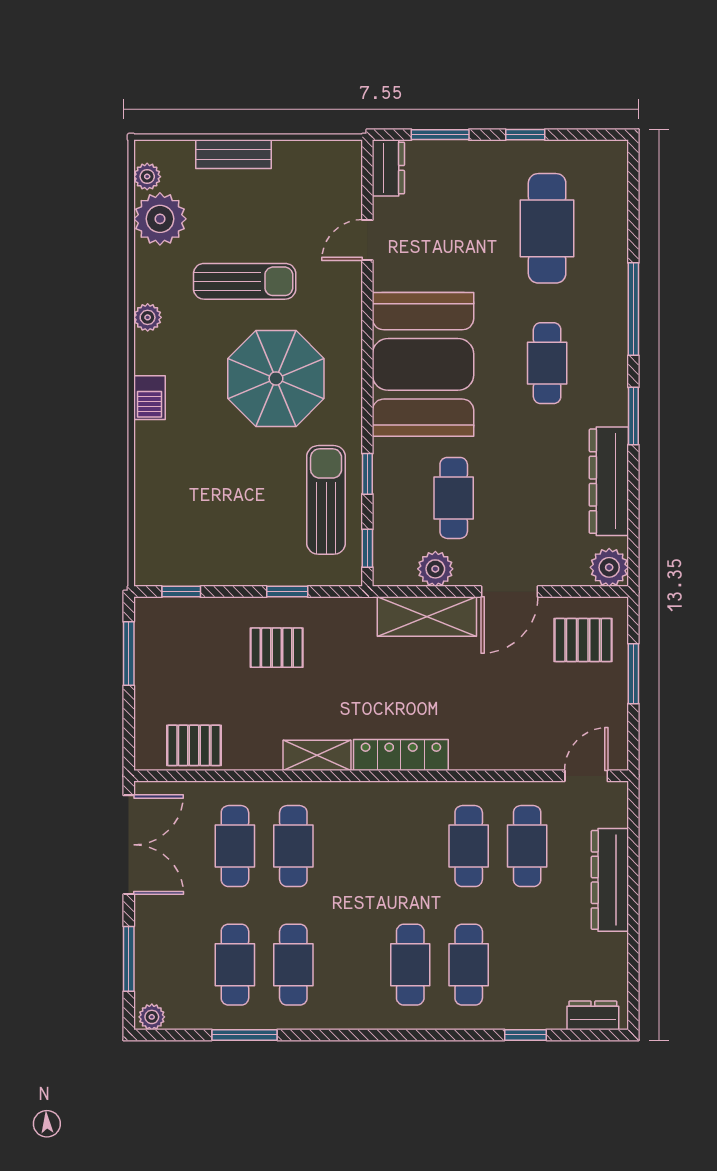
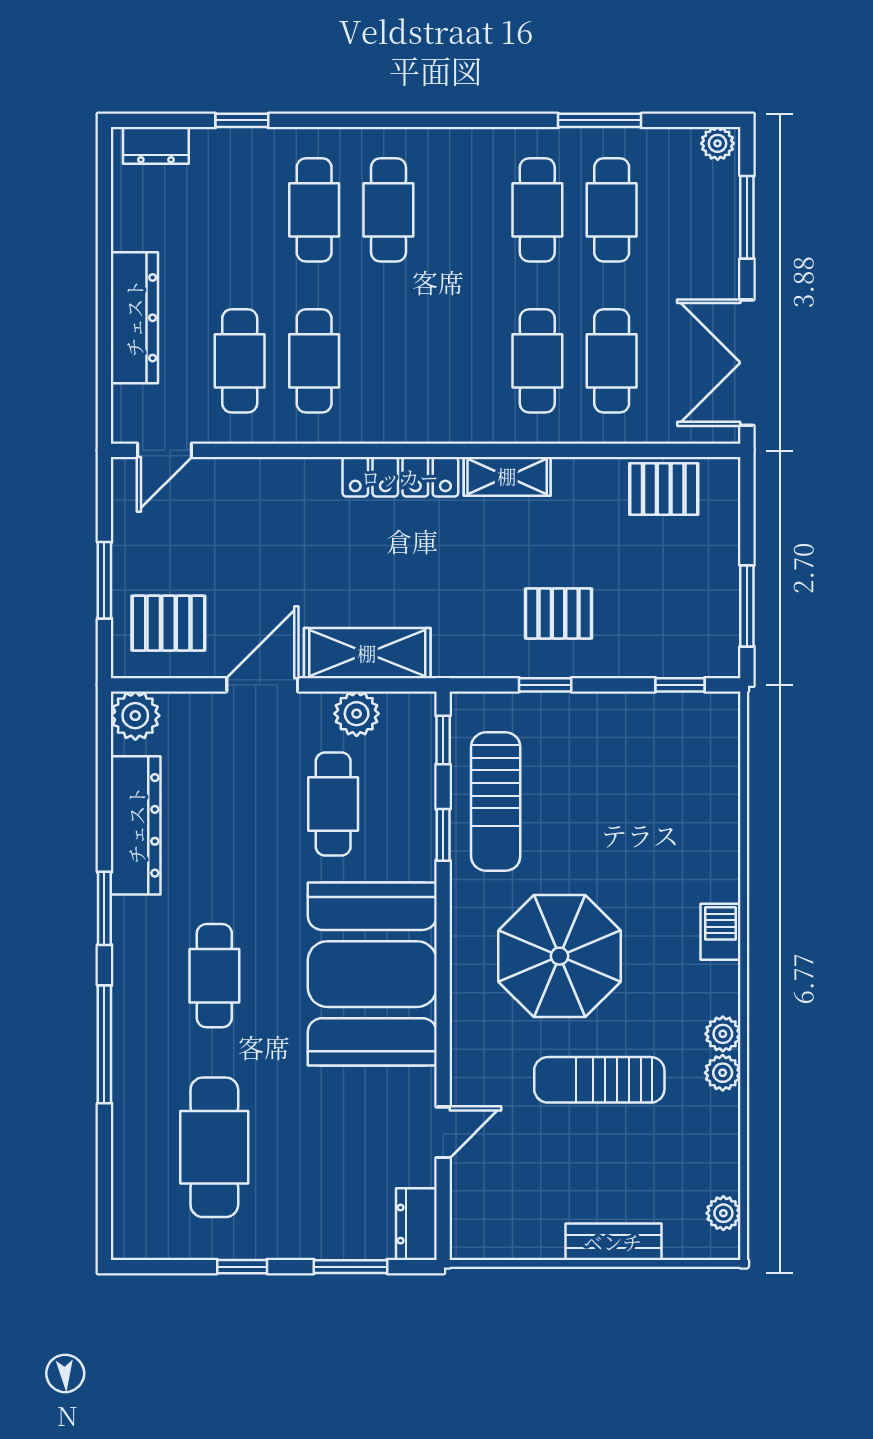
plant: (160, 219) -> (723, 1073), moved, width x0.53, depth x0.53

